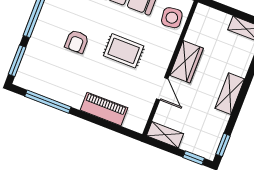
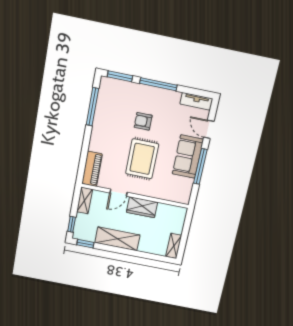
side table: (172, 18) -> (173, 191), removed
rug: (124, 51) -> (142, 159), width x1.36, depth x1.43
shelving: (230, 94) -> (117, 239), width x1.50, depth x1.33
piano: (104, 109) -> (92, 169), moved

